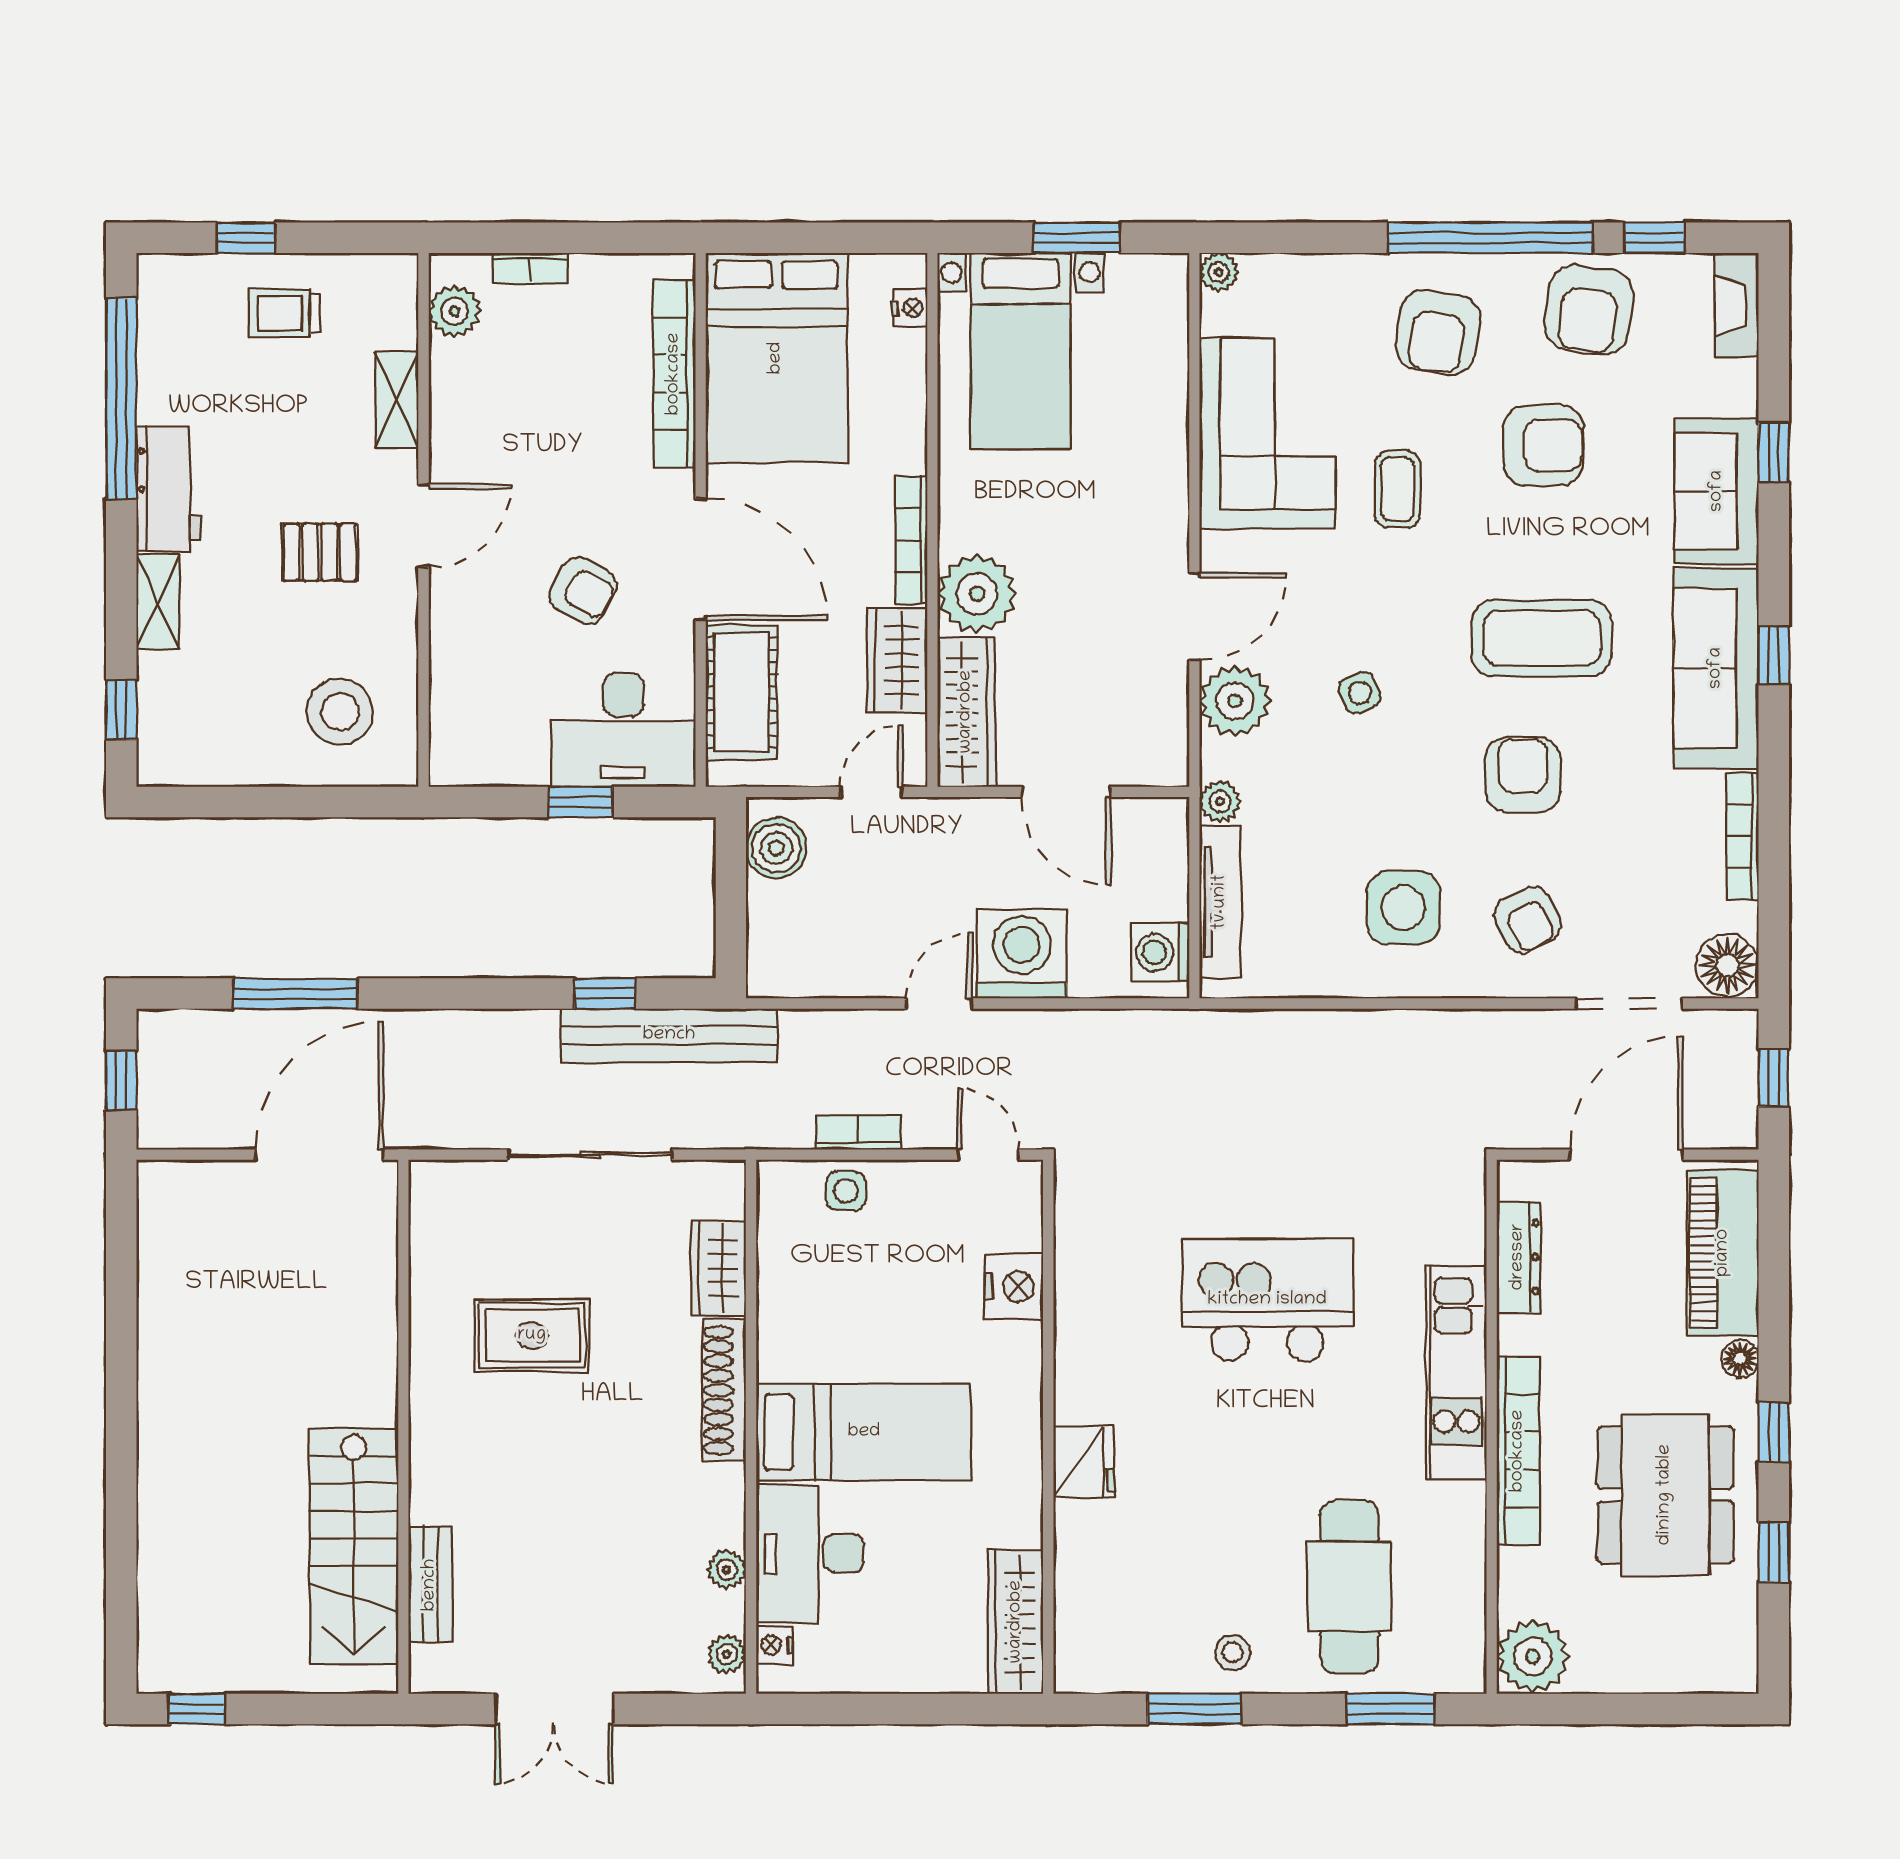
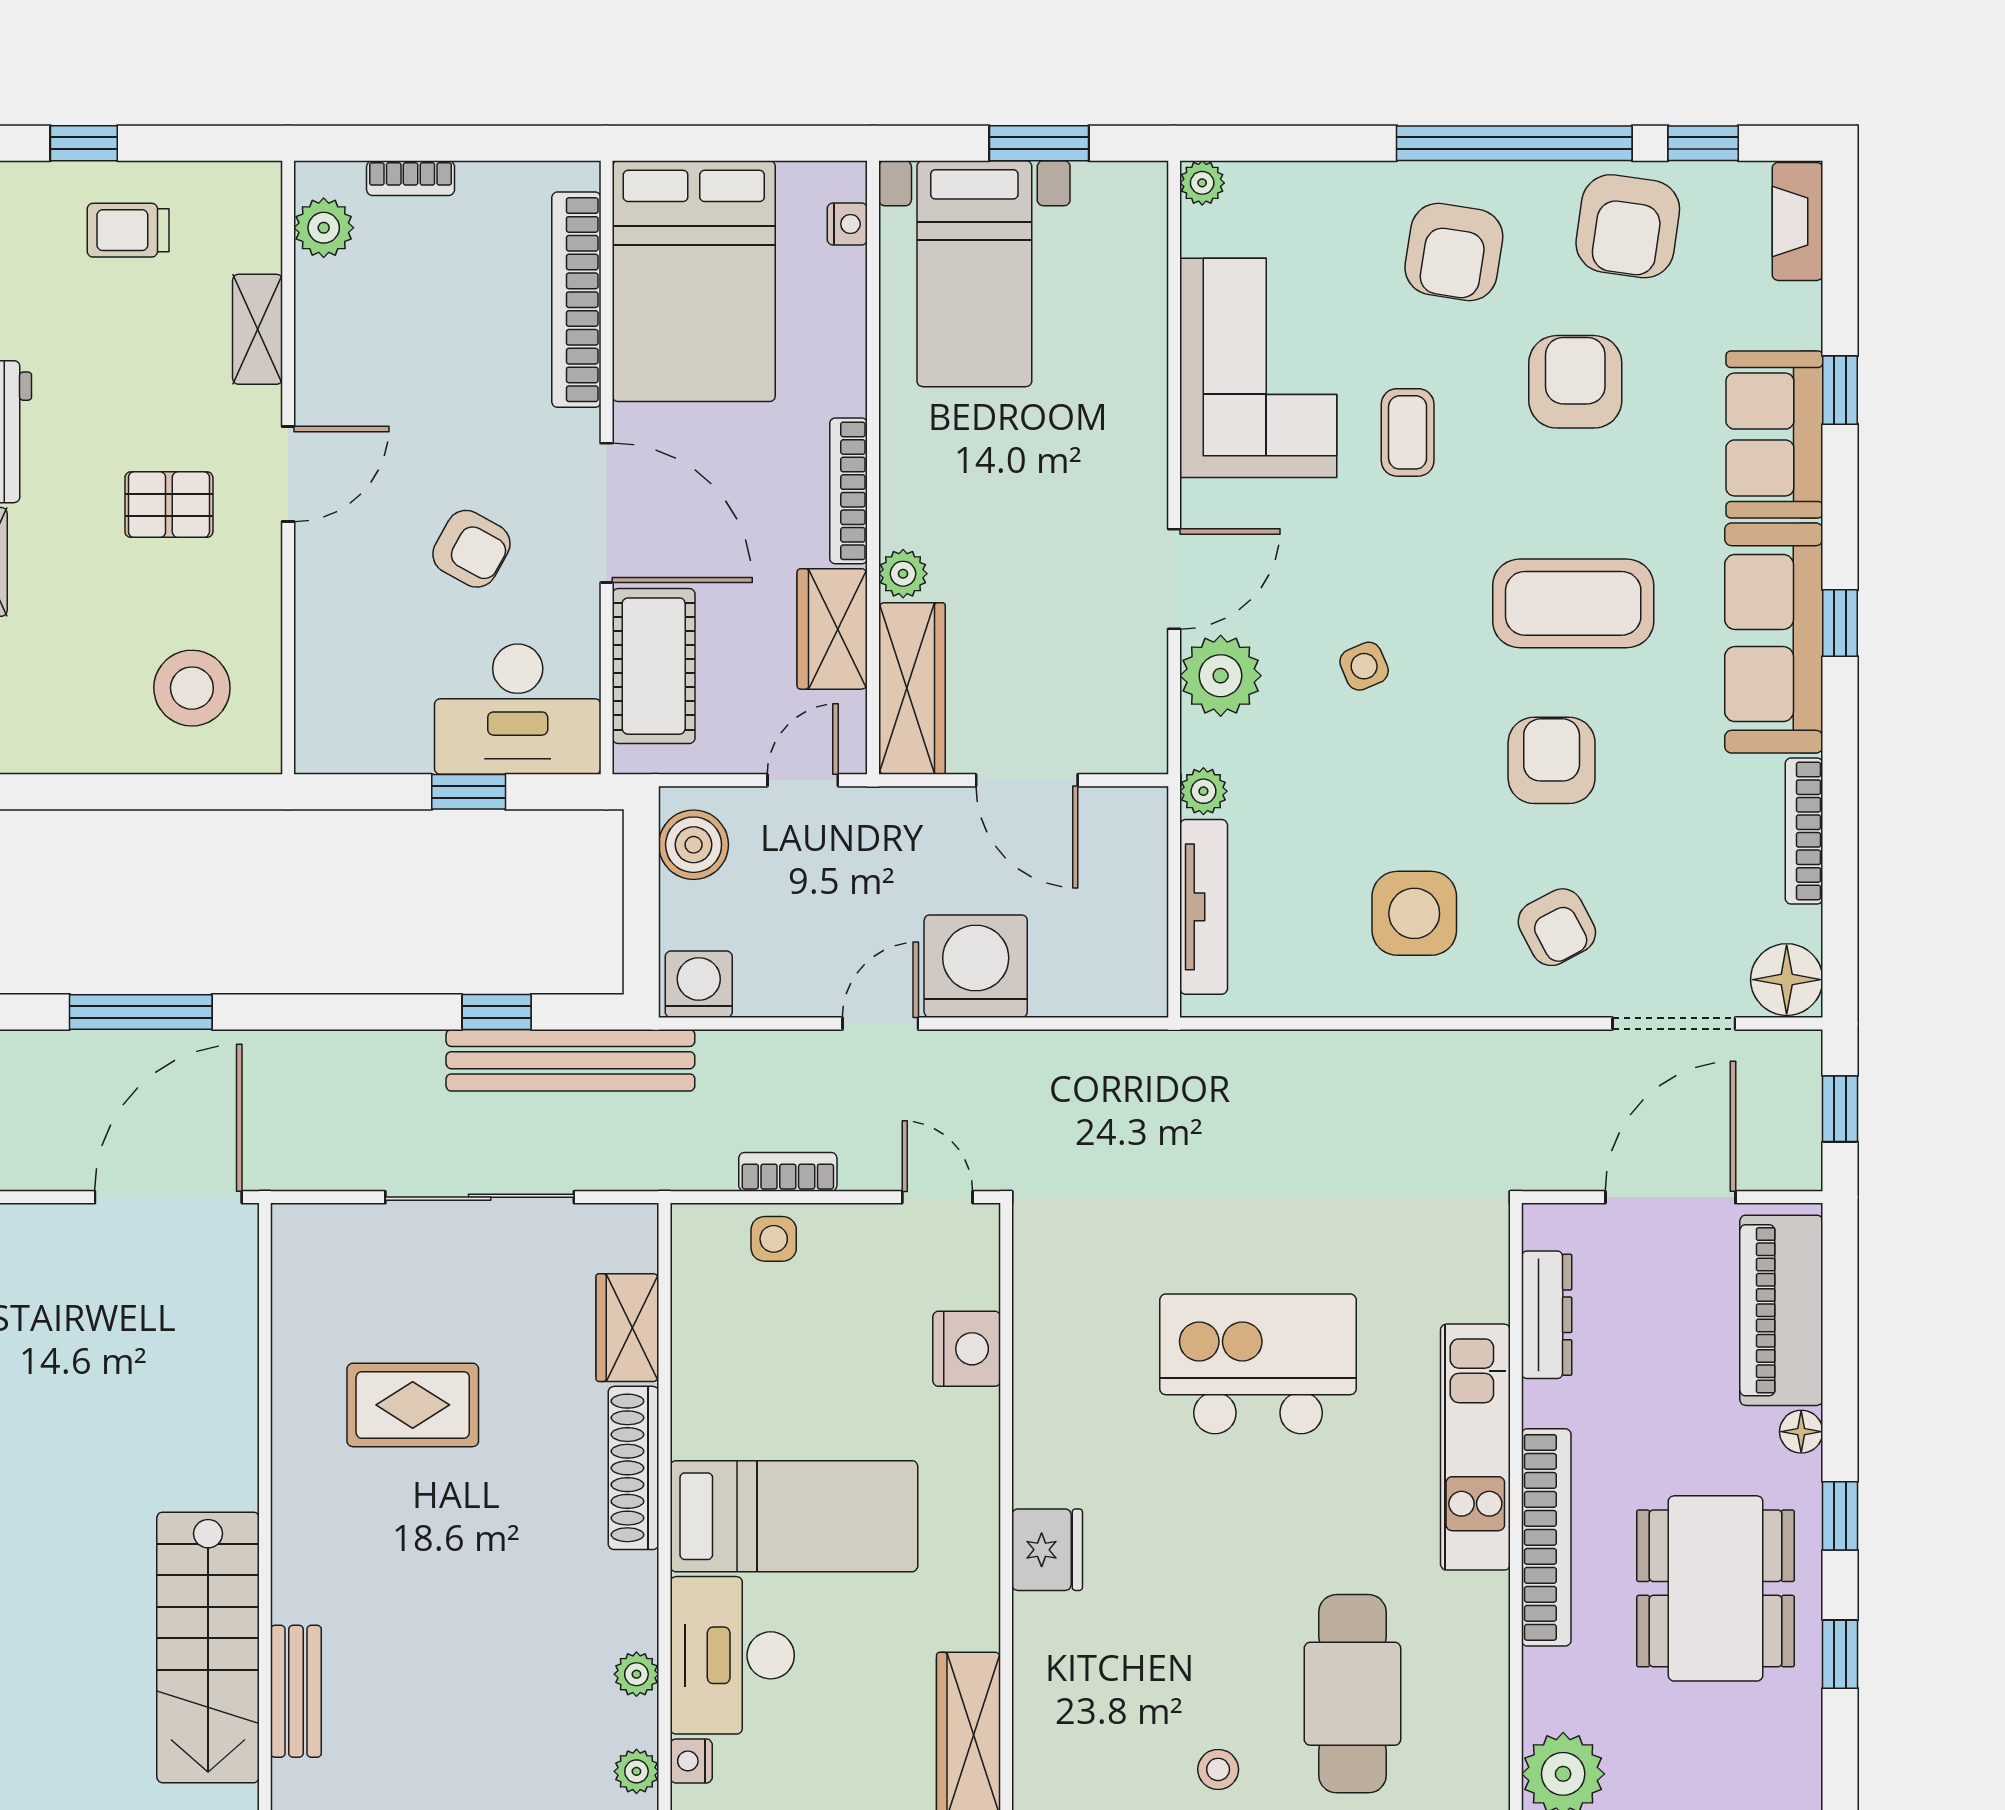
armchair: (1543, 445) -> (1575, 382), turned -90
plant: (977, 594) -> (903, 574), width x0.53, depth x0.53
washing machine: (1160, 952) -> (699, 984), moved, turned 90

